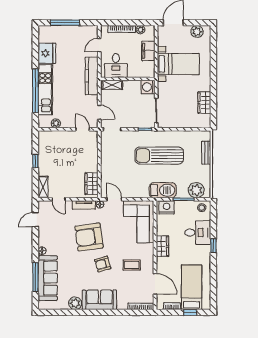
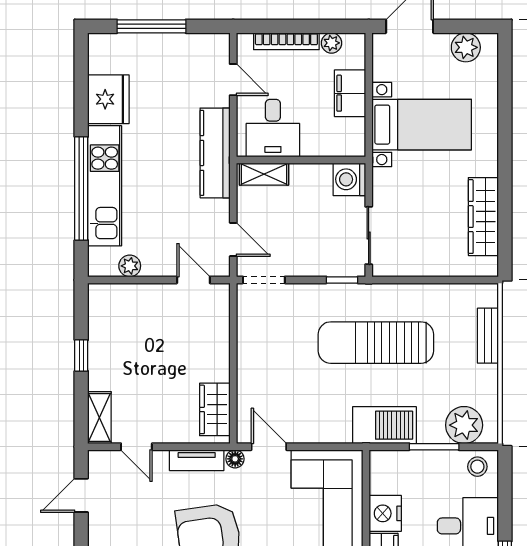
door: (99, 45) -> (233, 80), swing flipped
wardrobe: (204, 103) -> (483, 217), width x1.50
nightstand: (167, 207) -> (385, 513), moved, turned -90

